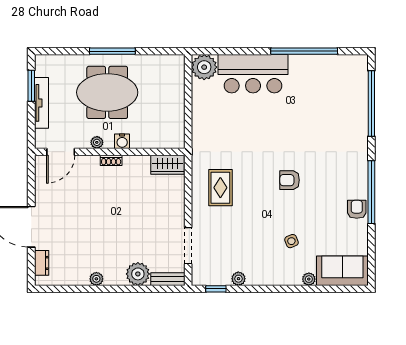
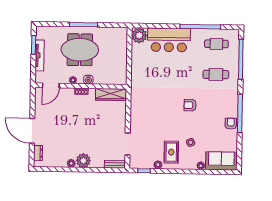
cafe table: (331, 79) -> (216, 44), added
cafe table: (331, 129) -> (216, 74), added
wardrobe: (167, 165) -> (111, 94), width x1.50
rug: (220, 188) -> (171, 152), moved
plant: (138, 274) -> (83, 161), moved

